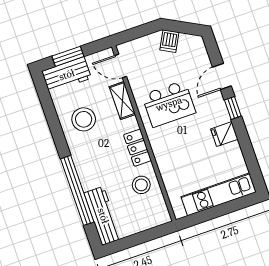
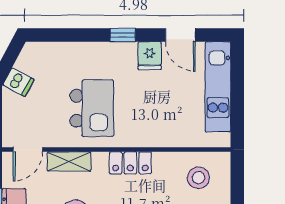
door: (222, 76) -> (180, 35), moved
stool: (141, 185) -> (198, 178), moved

